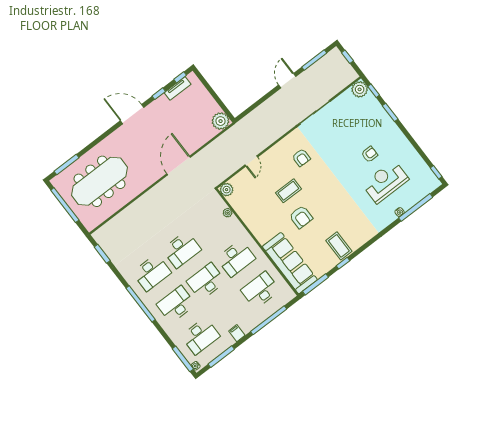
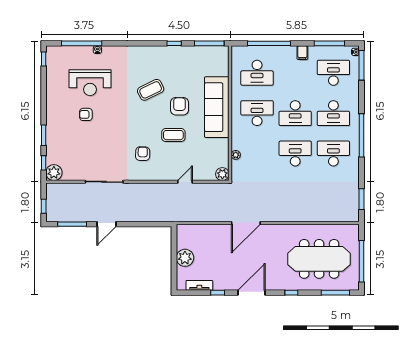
window: (180, 77) -> (291, 293), moved
door: (132, 114) -> (251, 293), swing flipped
plant: (221, 121) -> (185, 258), moved
coffee table: (339, 246) -> (151, 90), moved, turned 64
sofa: (290, 263) -> (217, 107), moved

